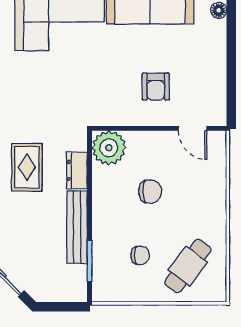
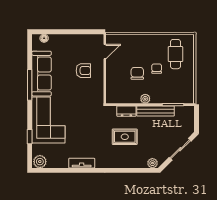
plant: (109, 148) -> (145, 99), moved, width x0.53, depth x0.53
chair: (140, 255) -> (157, 69), moved
cafe table: (188, 266) -> (175, 54), turned 53

